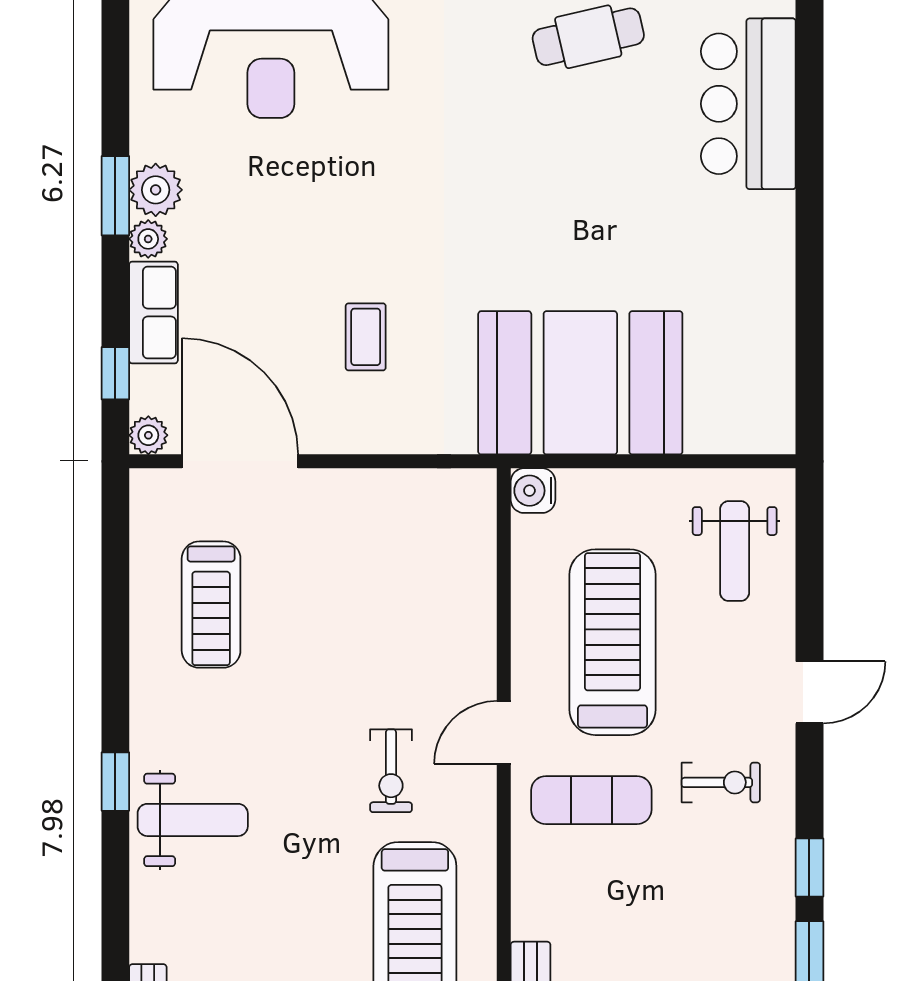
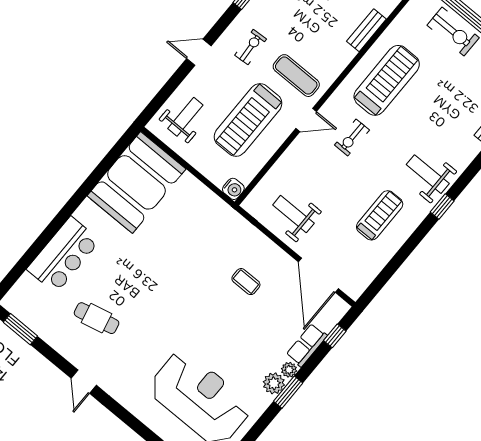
coffee table: (366, 337) -> (246, 282), turned 90
booth: (580, 383) -> (136, 182), moved, turned 90
plant: (148, 435) -> (341, 308), removed
weight bench: (382, 537) -> (293, 214), added
treadmill: (211, 605) -> (380, 215), moved
exercise bike: (391, 771) -> (352, 138), turned 180
exercise bike: (721, 782) -> (251, 47), turned 86

